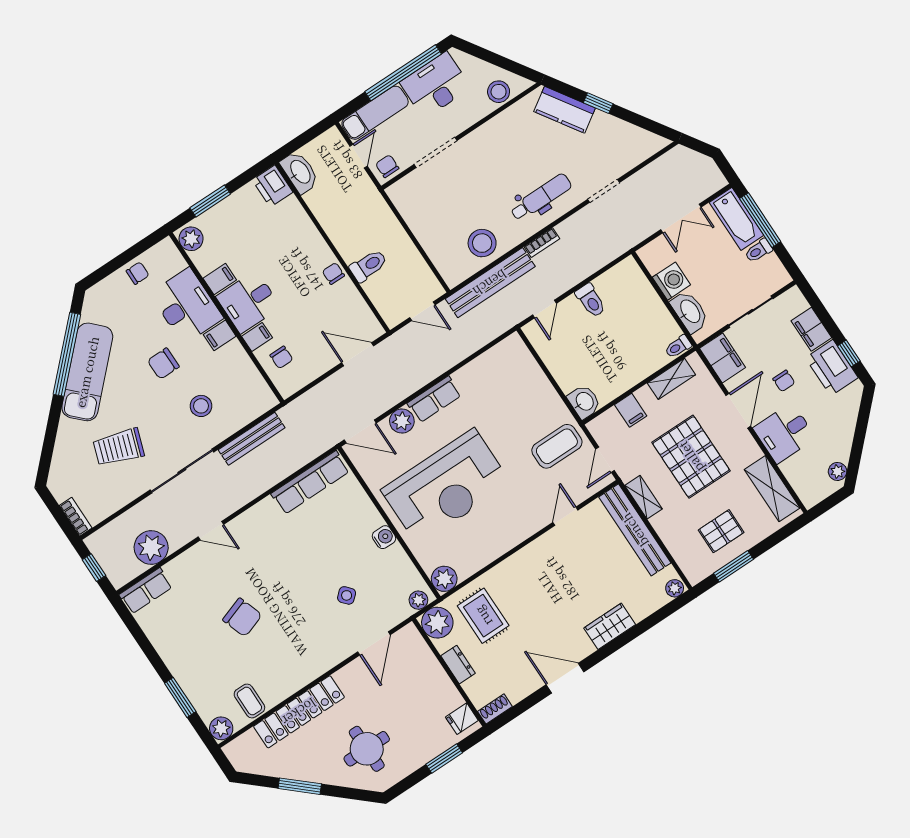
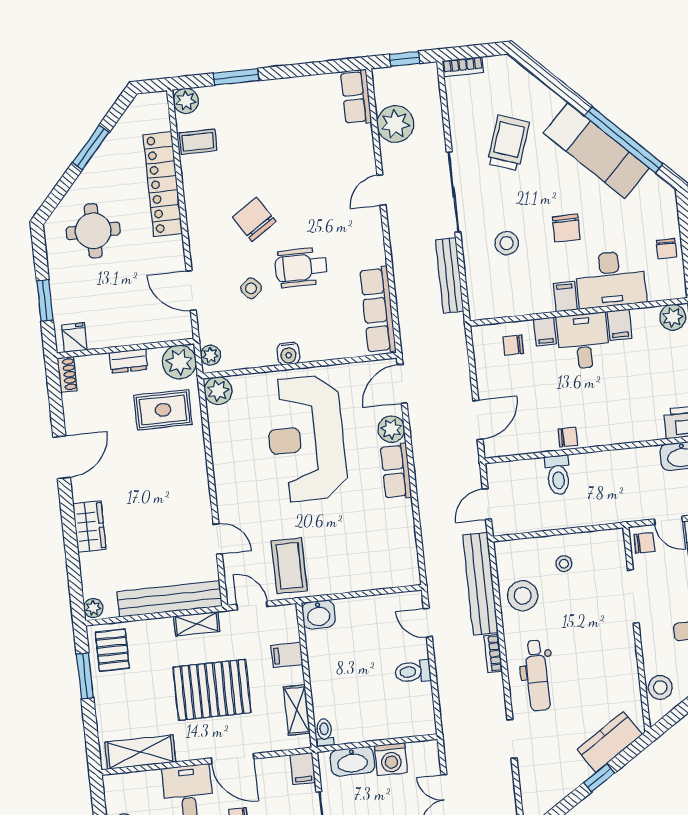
stool: (438, 223) -> (564, 564), added
filing cabinet: (723, 358) -> (303, 769), width x0.50
chair: (163, 364) -> (566, 228), turned 180
pallet: (721, 531) -> (112, 650), moved
wheelchair: (308, 564) -> (301, 267), added
chair: (242, 617) -> (254, 219), moved, turned 76

